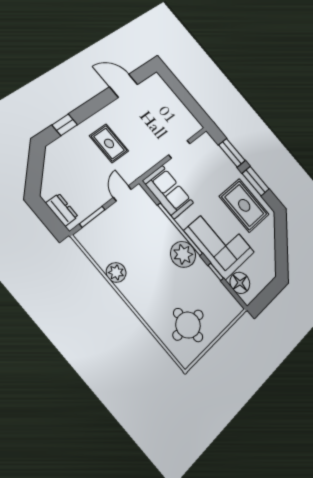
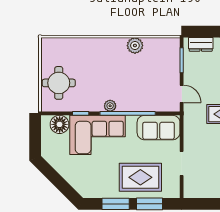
rug: (244, 205) -> (140, 177), moved
plant: (183, 254) -> (110, 106), width x0.53, depth x0.53
round table: (188, 325) -> (59, 83), moved

